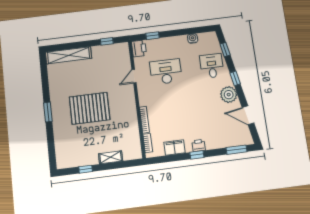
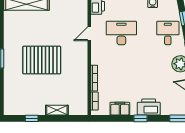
printer: (199, 145) -> (149, 107), width x1.87, depth x1.48

